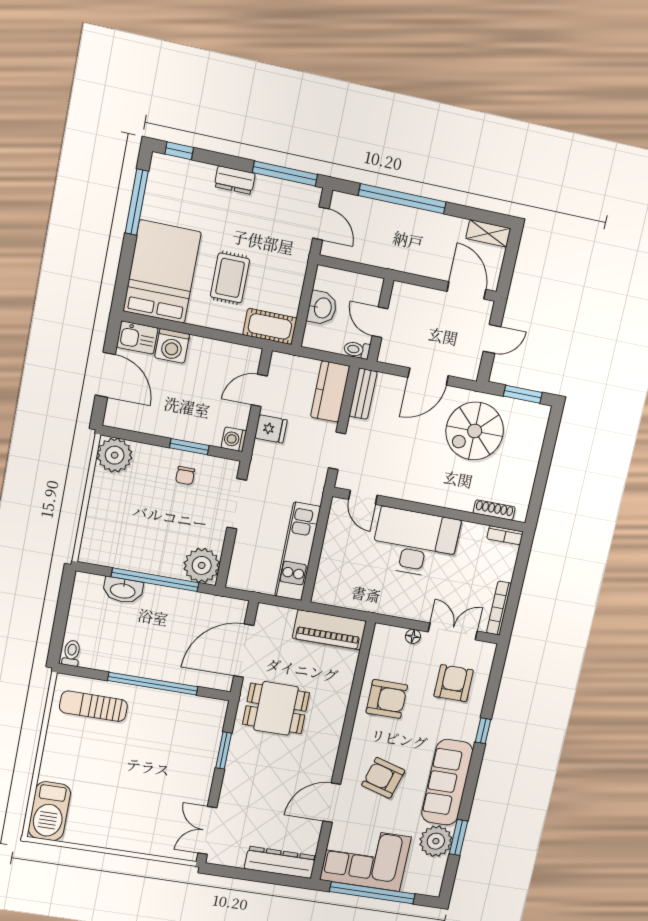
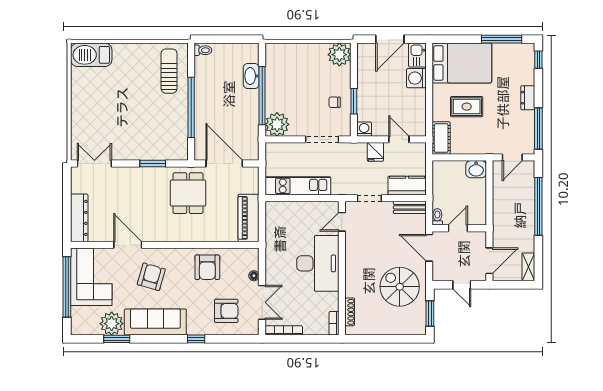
washbasin: (322, 308) -> (476, 169), moved
wall: (380, 320) -> (459, 228), moved
door: (380, 322) -> (458, 228), moved
toilet: (357, 350) -> (437, 217), moved

